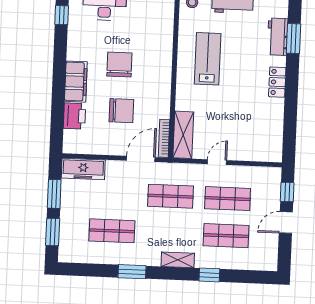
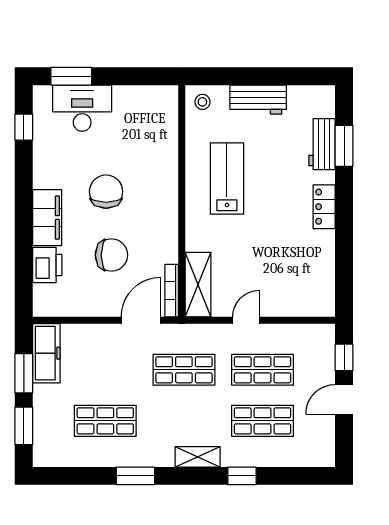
freezer: (83, 169) -> (46, 353), moved, turned -90

